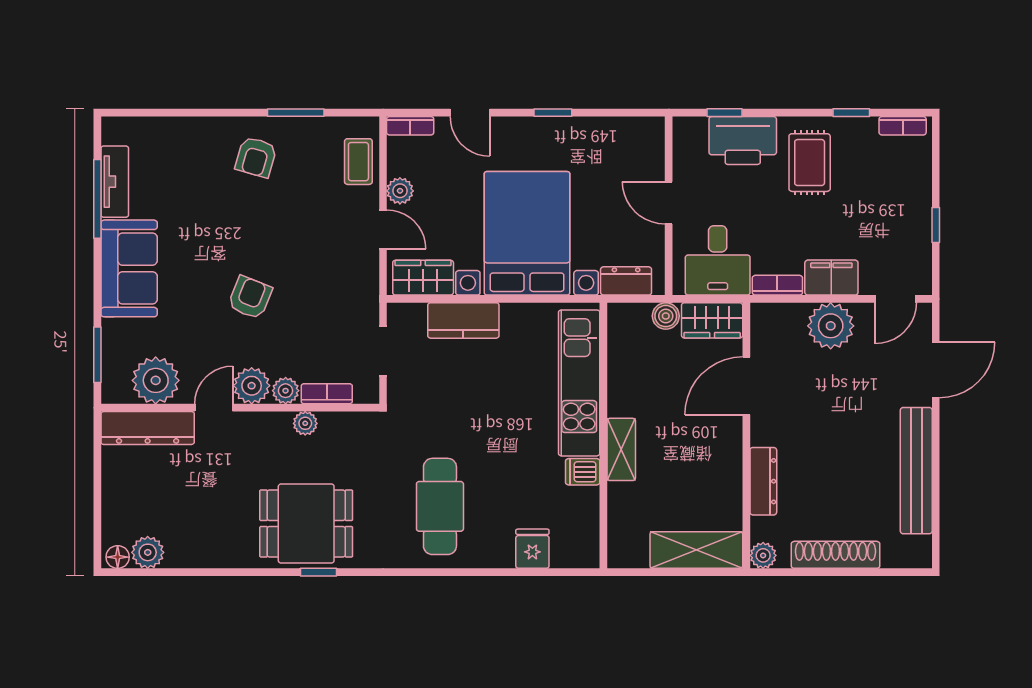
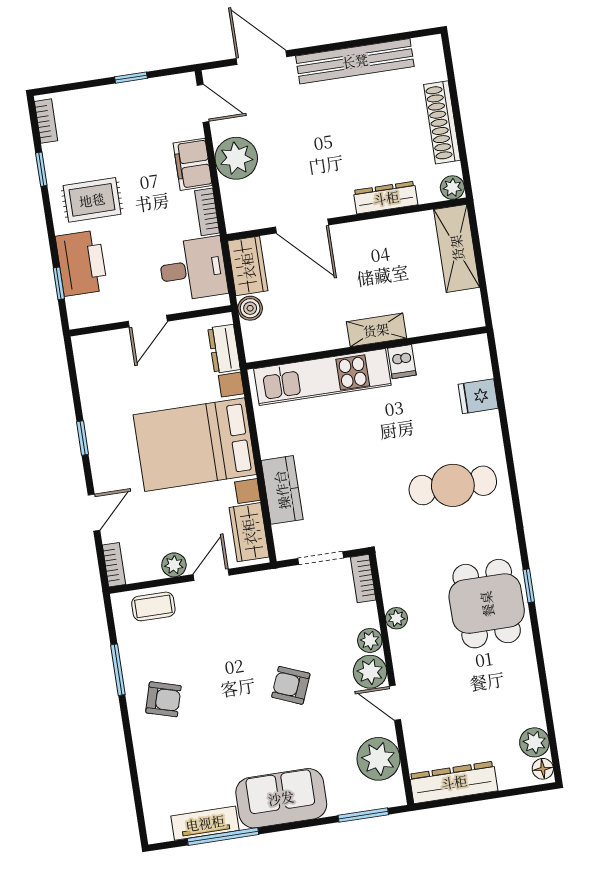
bookcase: (327, 394) -> (363, 579), moved
dresser: (148, 428) -> (454, 782), moved, turned -90

